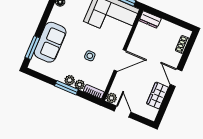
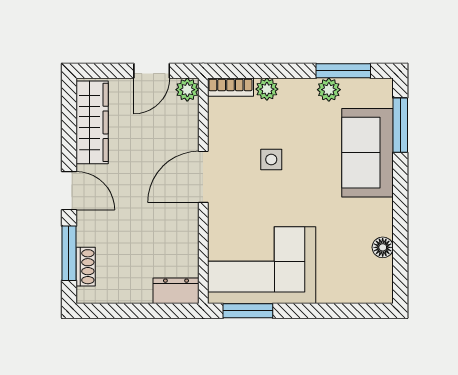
window: (187, 53) -> (69, 253), added
plant: (70, 80) -> (329, 90), moved
window: (66, 88) -> (343, 71), moved
wardrobe: (157, 95) -> (92, 122), width x1.50
door: (123, 112) -> (152, 71), hinge flipped

